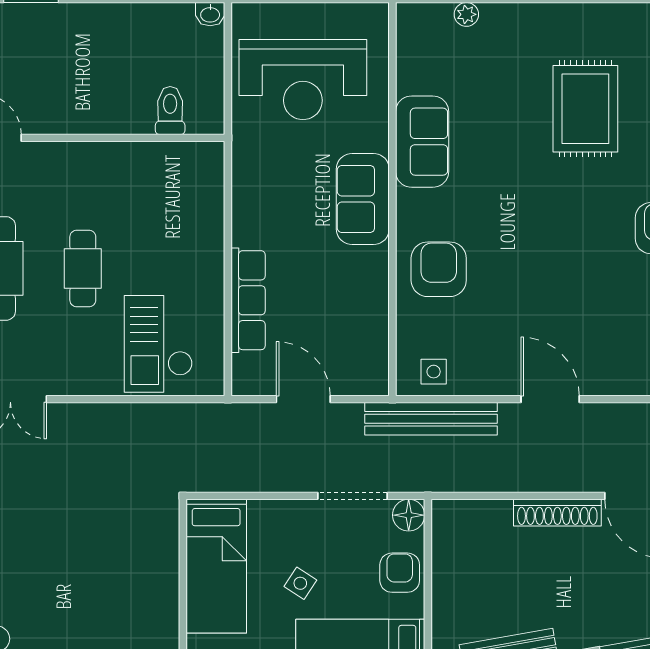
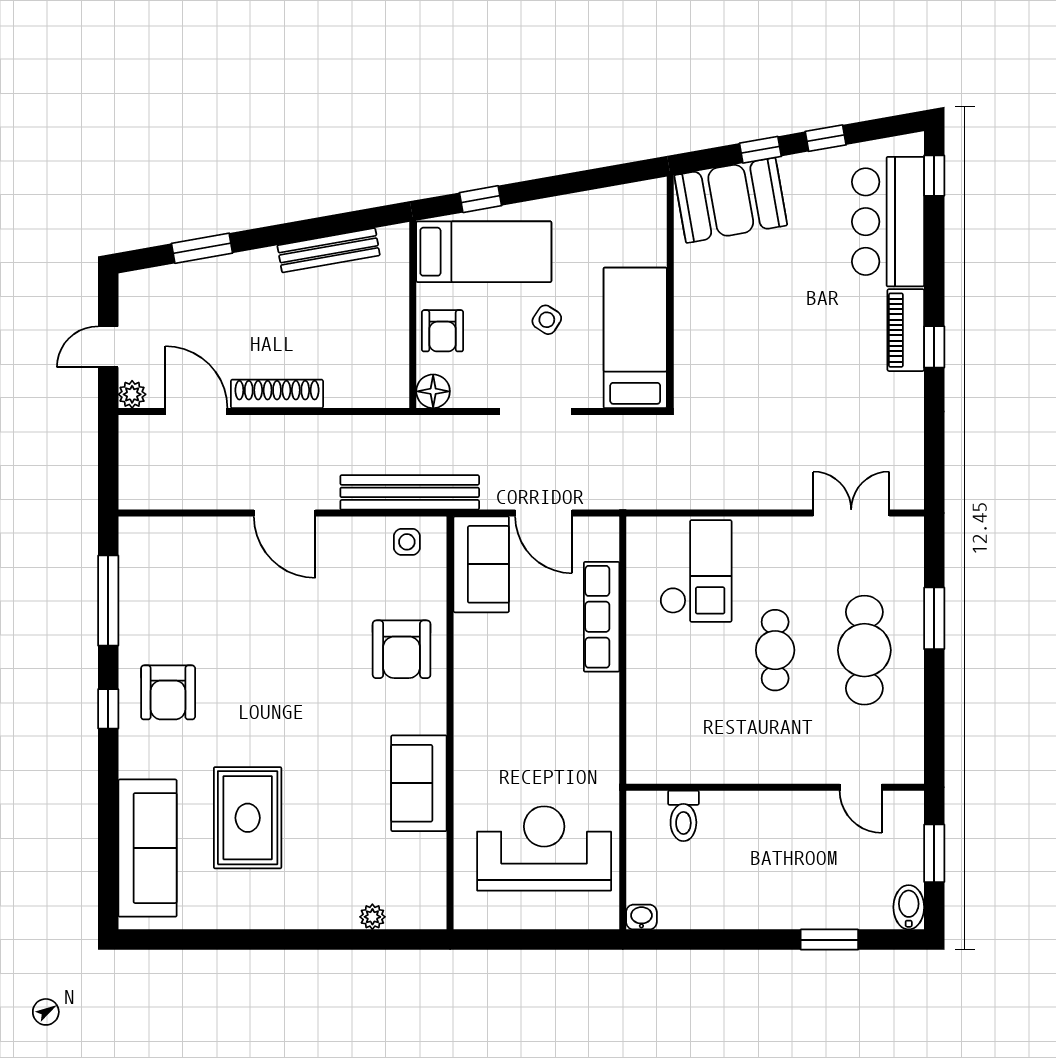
sofa: (363, 199) -> (481, 564), moved
doorway: (353, 496) -> (536, 411), moved

